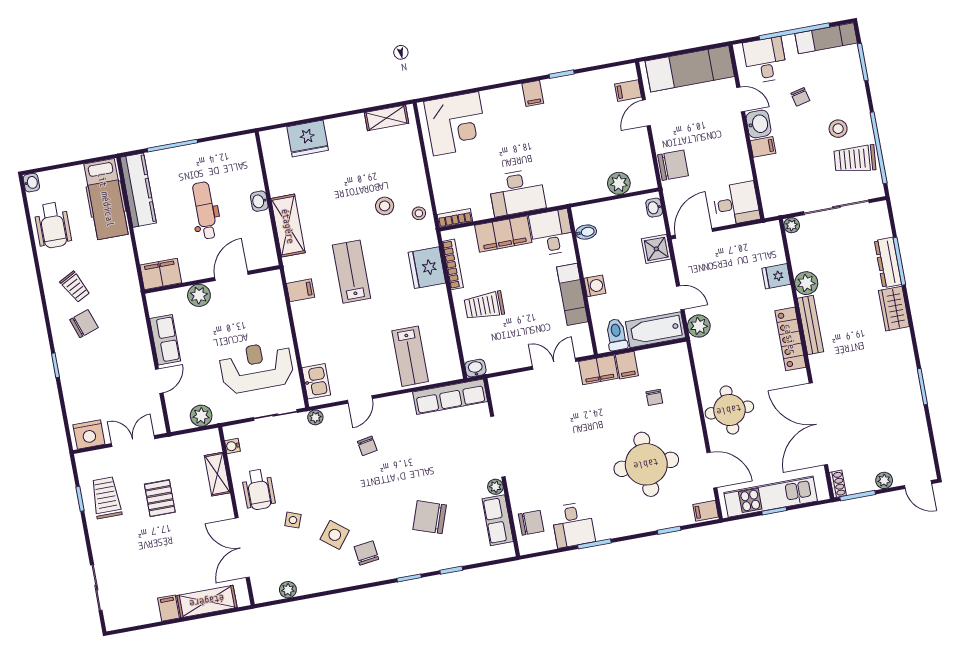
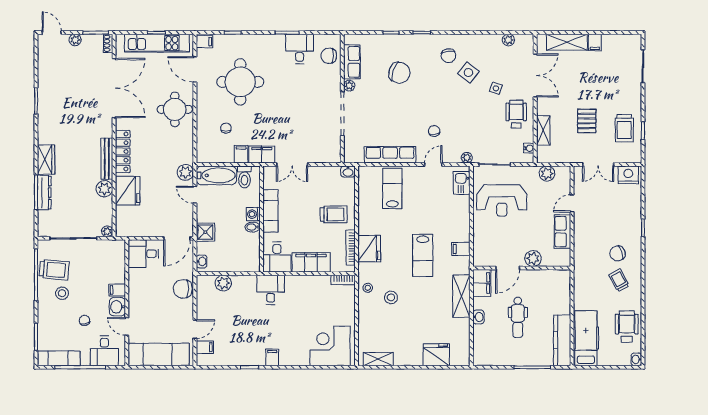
desk: (517, 192) -> (271, 290), moved, width x0.73
bidet: (586, 232) -> (253, 227), moved
filing cabinet: (161, 274) -> (482, 283), moved, turned -90
fridge: (776, 276) -> (128, 191), width x1.88, depth x1.34
row of seats: (450, 397) -> (390, 155), moved

